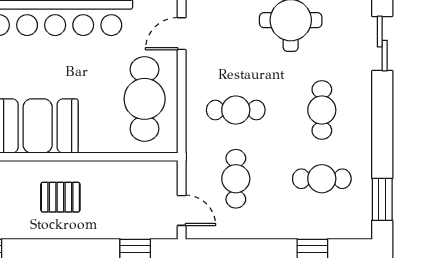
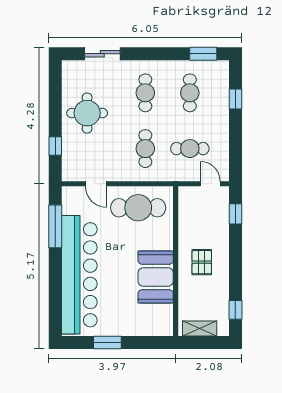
cafe table: (322, 110) -> (145, 93), turned 90
door: (182, 210) -> (210, 184), hinge flipped

